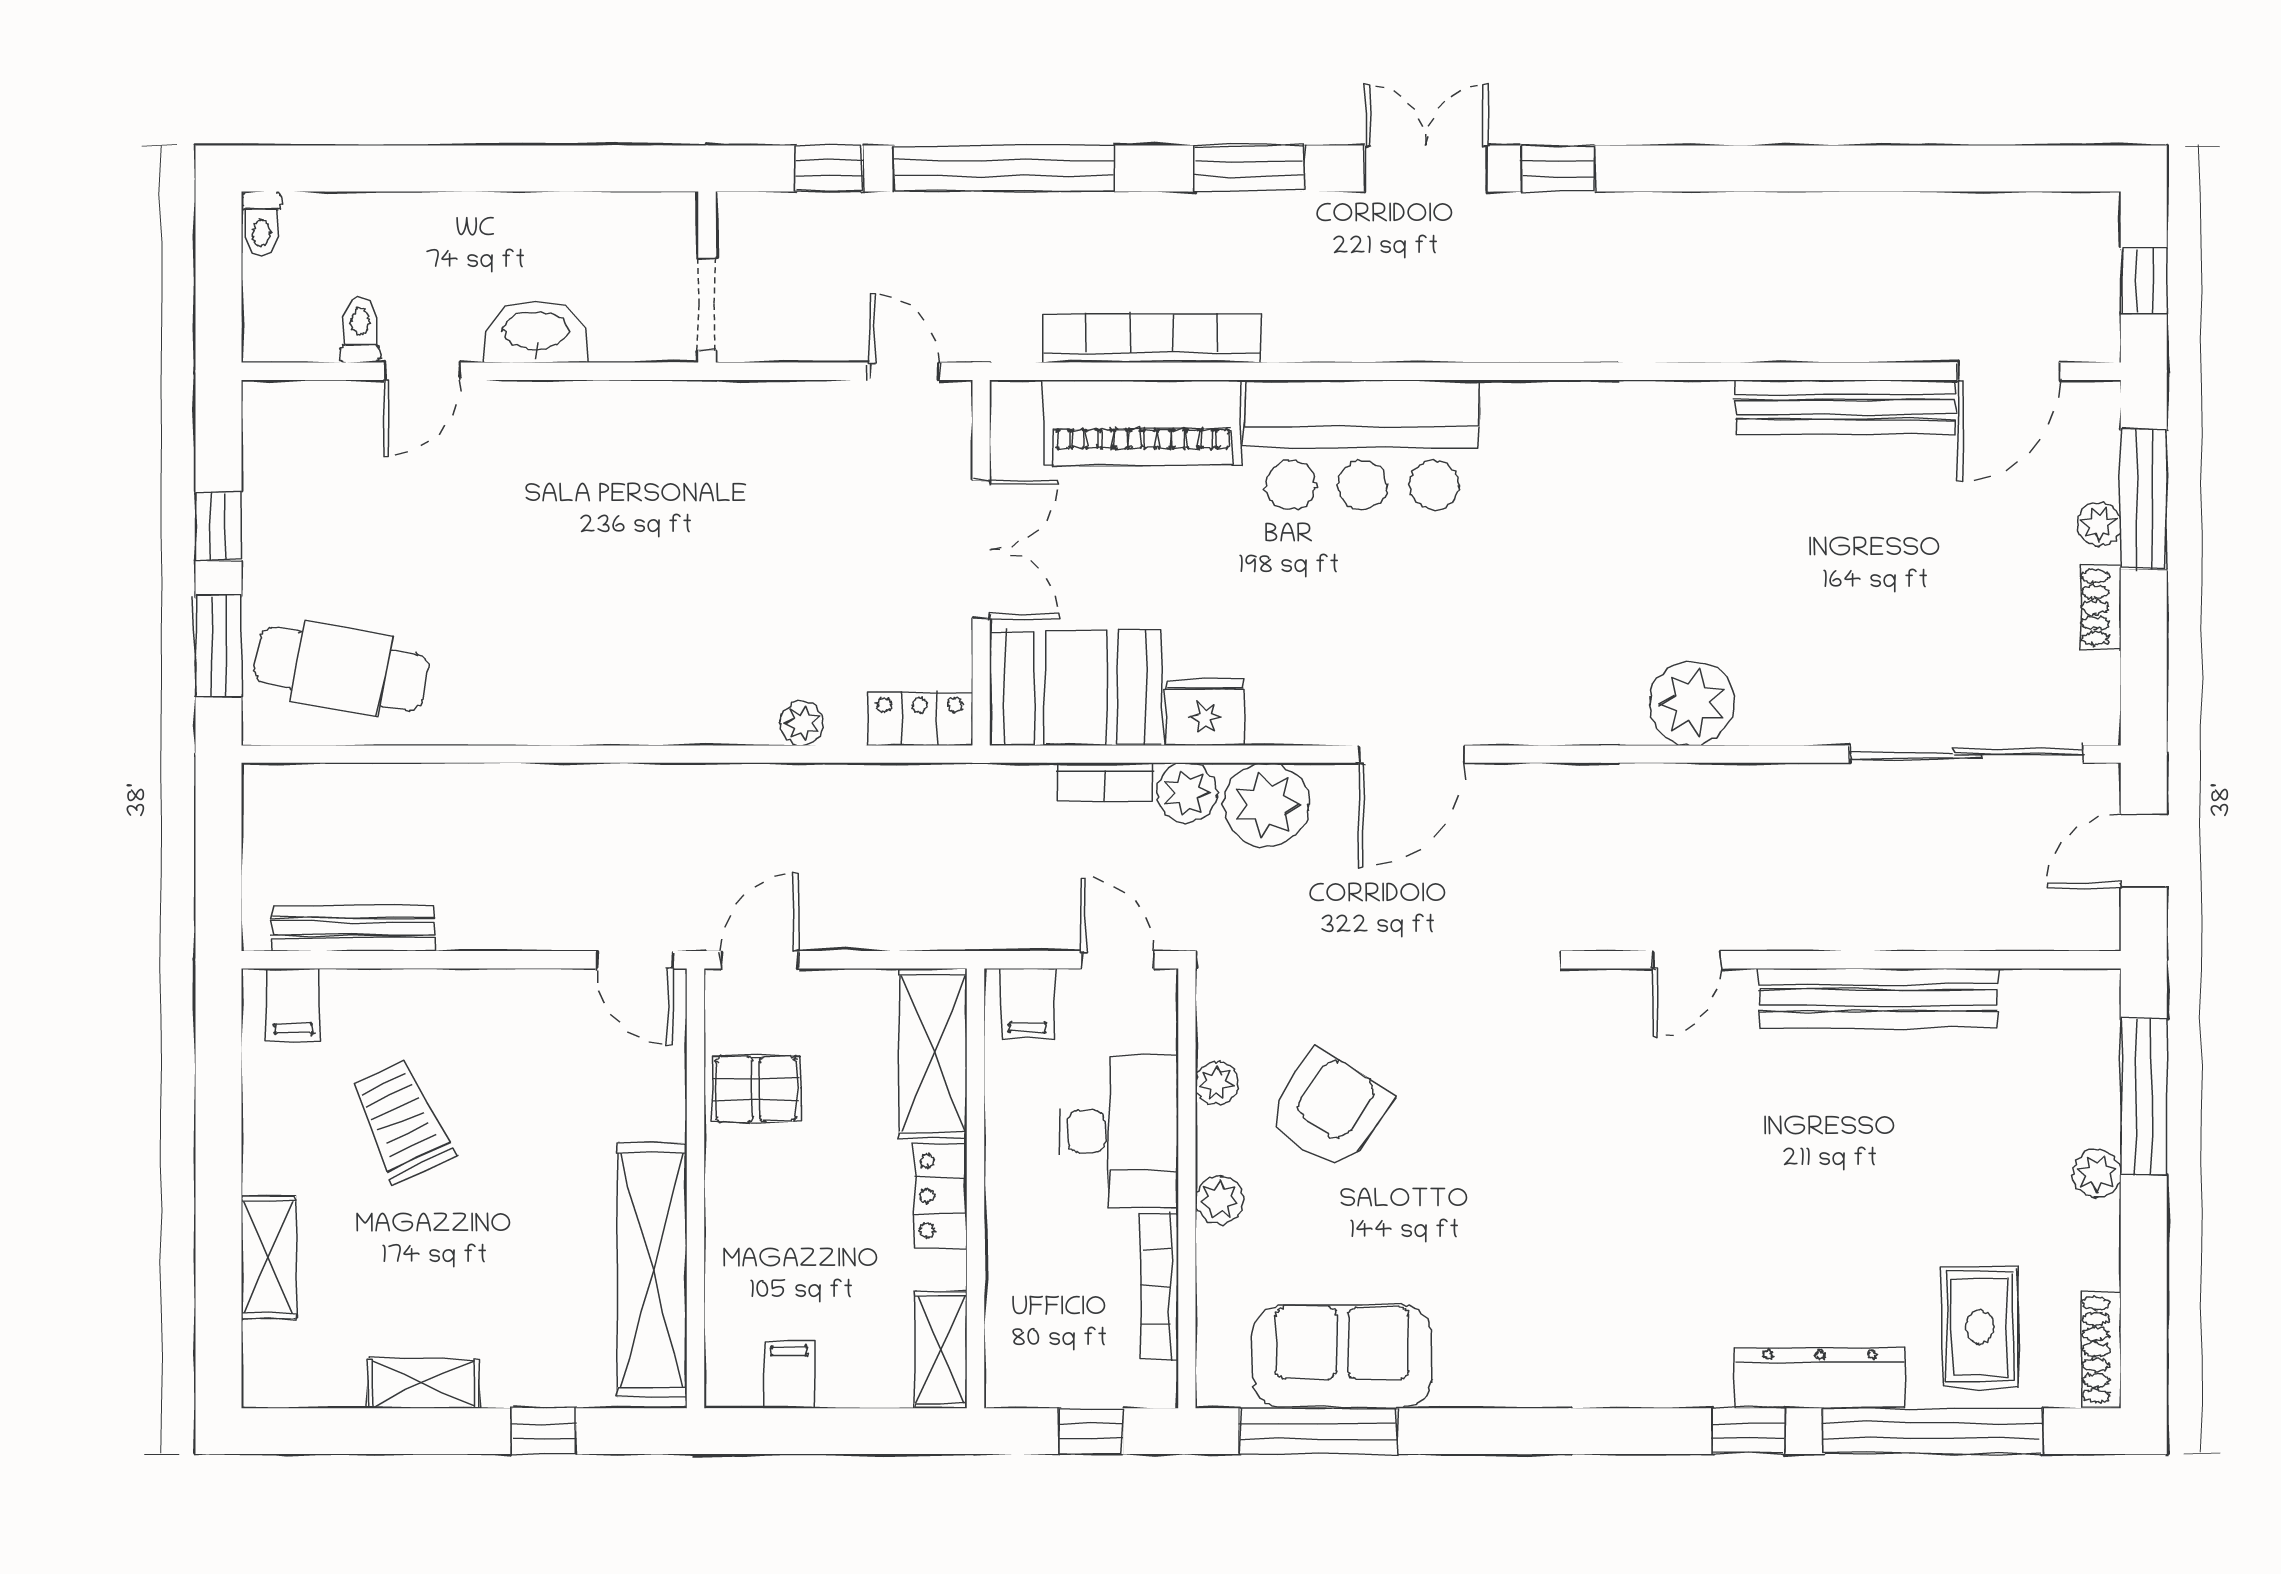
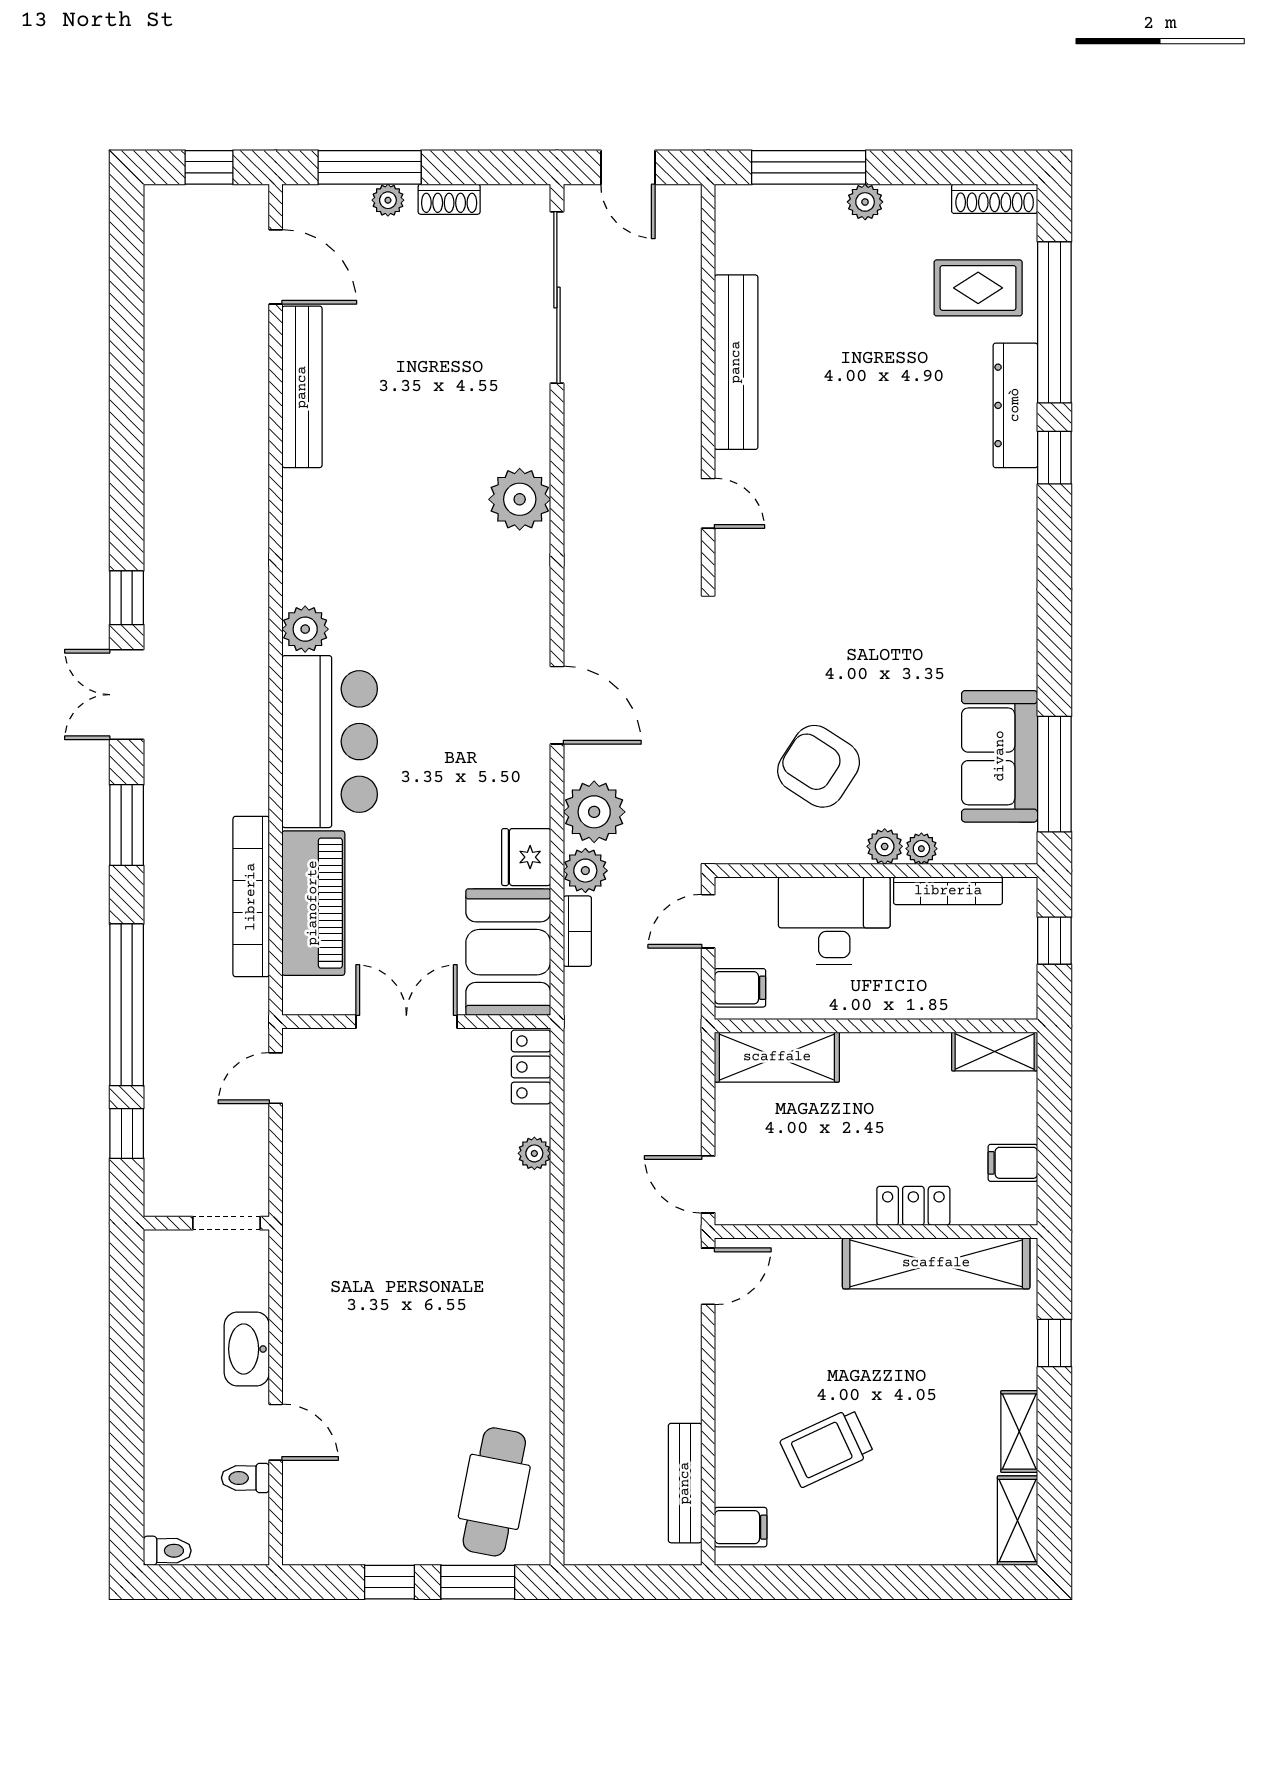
plant: (1515, 411) -> (305, 629), added
plant: (1217, 1083) -> (921, 849), moved
pallet: (756, 1089) -> (803, 1187), removed
locker: (940, 1196) -> (913, 1206), moved, turned 180
shelving: (269, 1257) -> (1017, 1521), moved, turned 90

